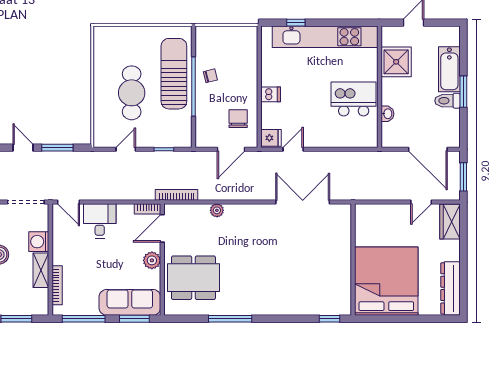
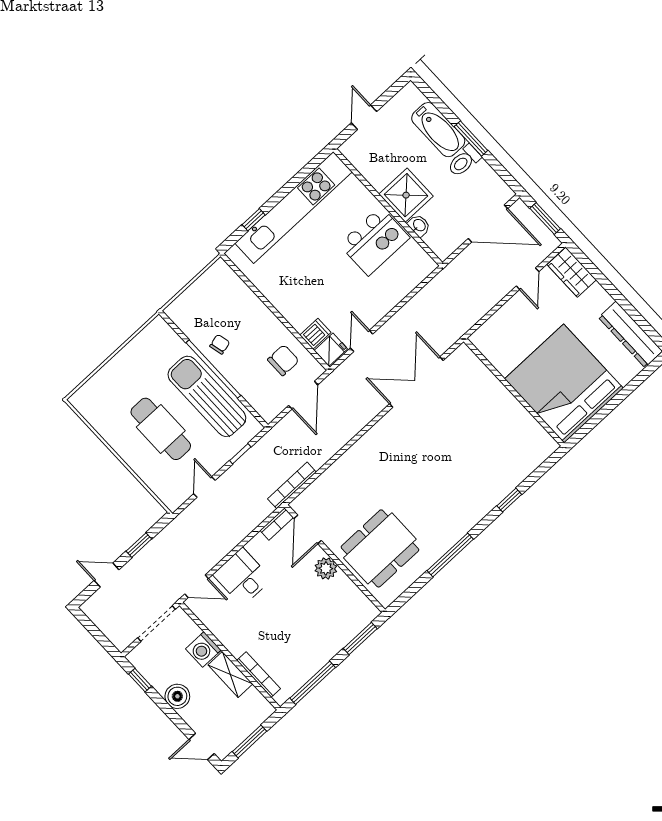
shower: (396, 62) -> (406, 195), moved
sun lounger: (174, 74) -> (207, 396), moved
dishwasher: (271, 94) -> (315, 334), moved
kitchen island: (354, 99) -> (374, 241), turned 180
chair: (238, 119) -> (283, 360), turned 90
window: (57, 148) -> (139, 545), width x0.67
plant: (217, 210) -> (343, 465), removed
sofa: (130, 302) -> (342, 627), removed
window: (330, 319) -> (509, 500), moved

